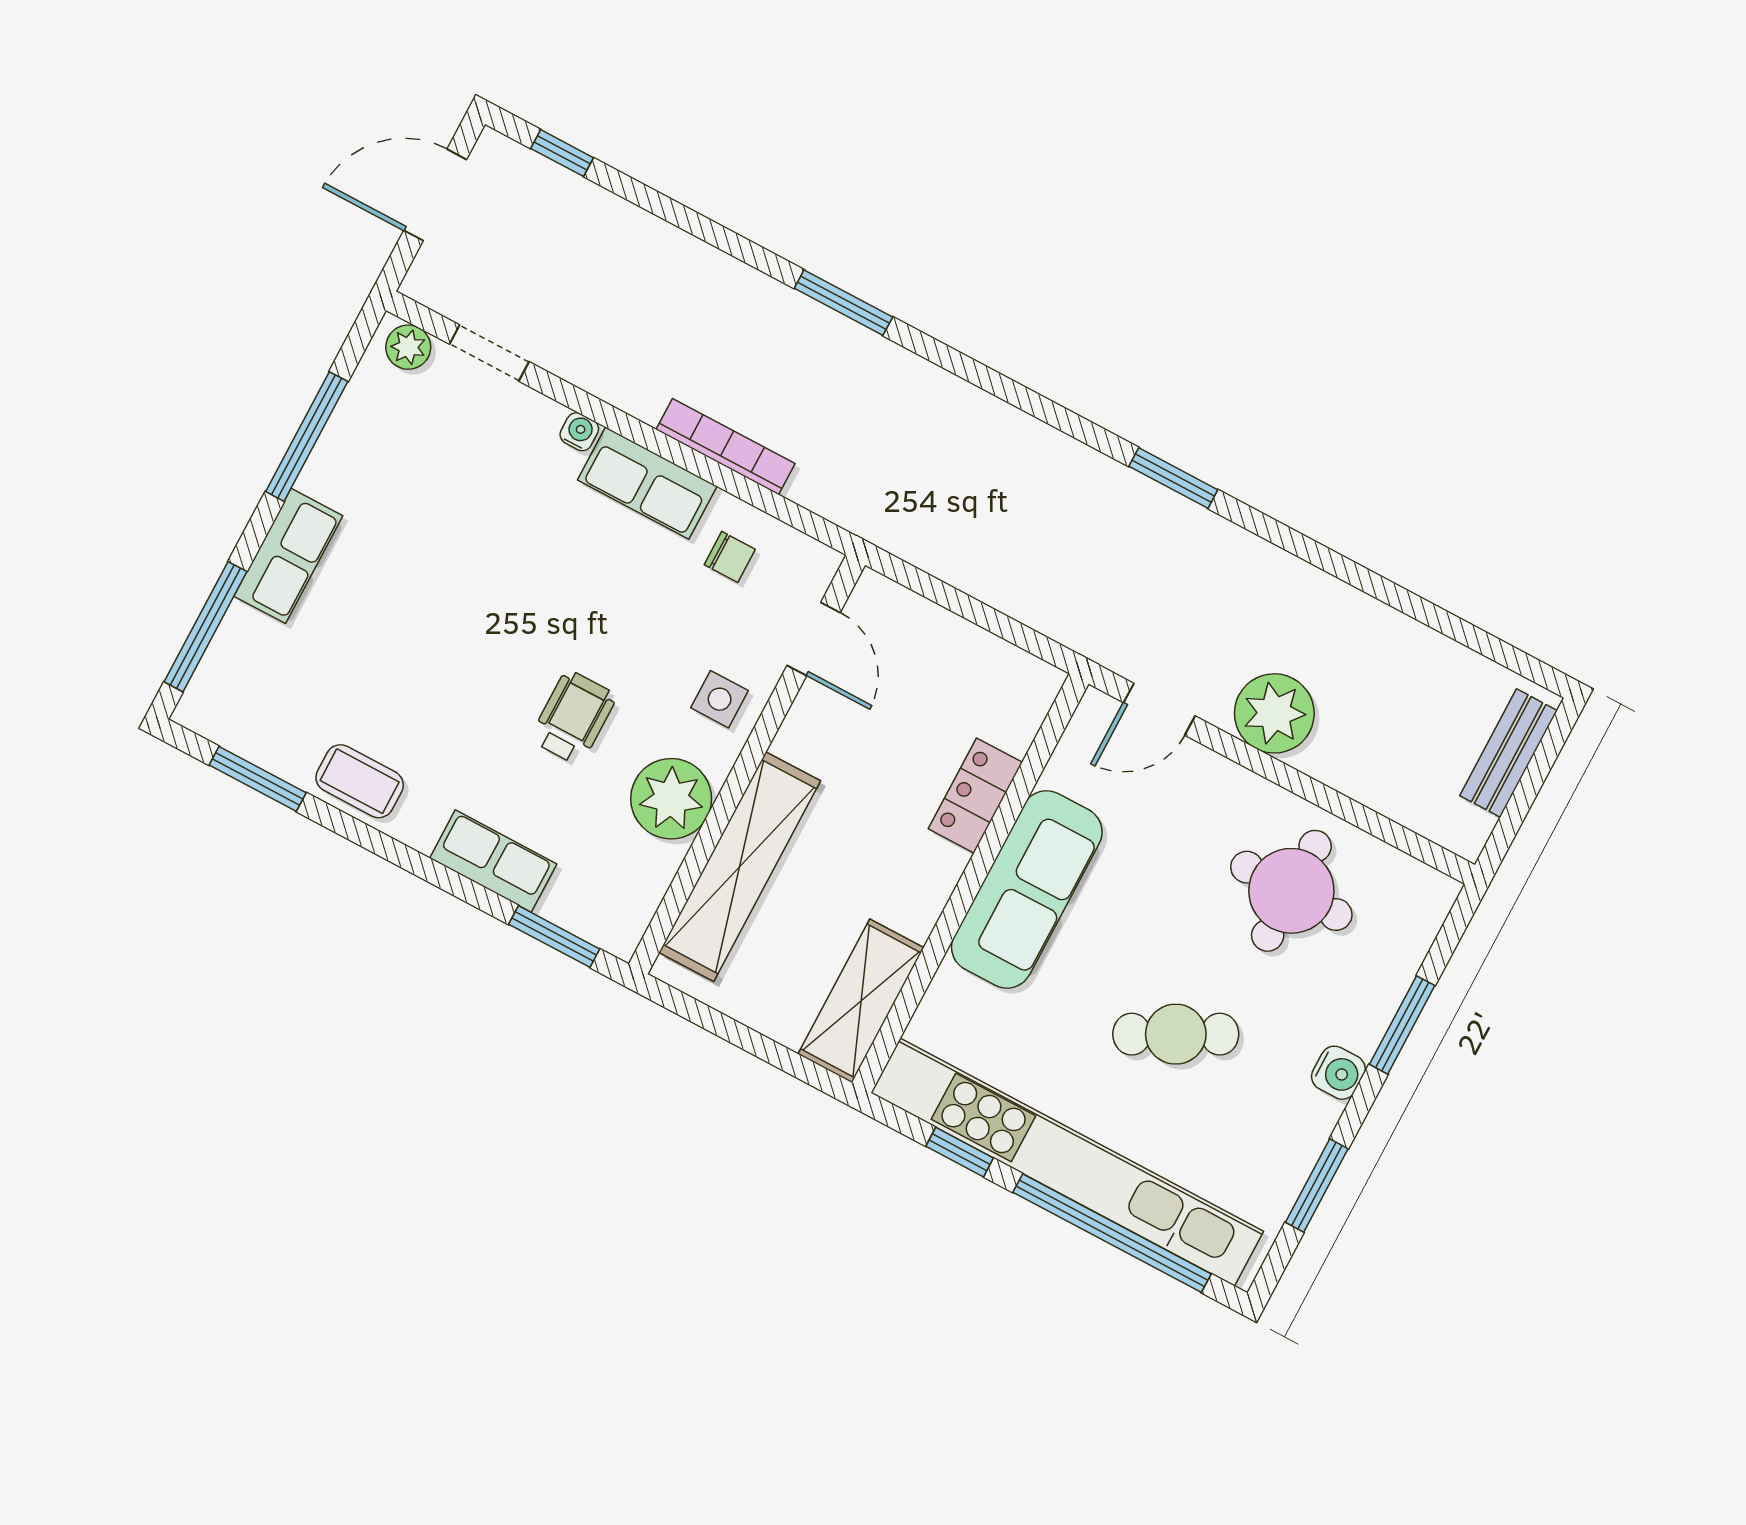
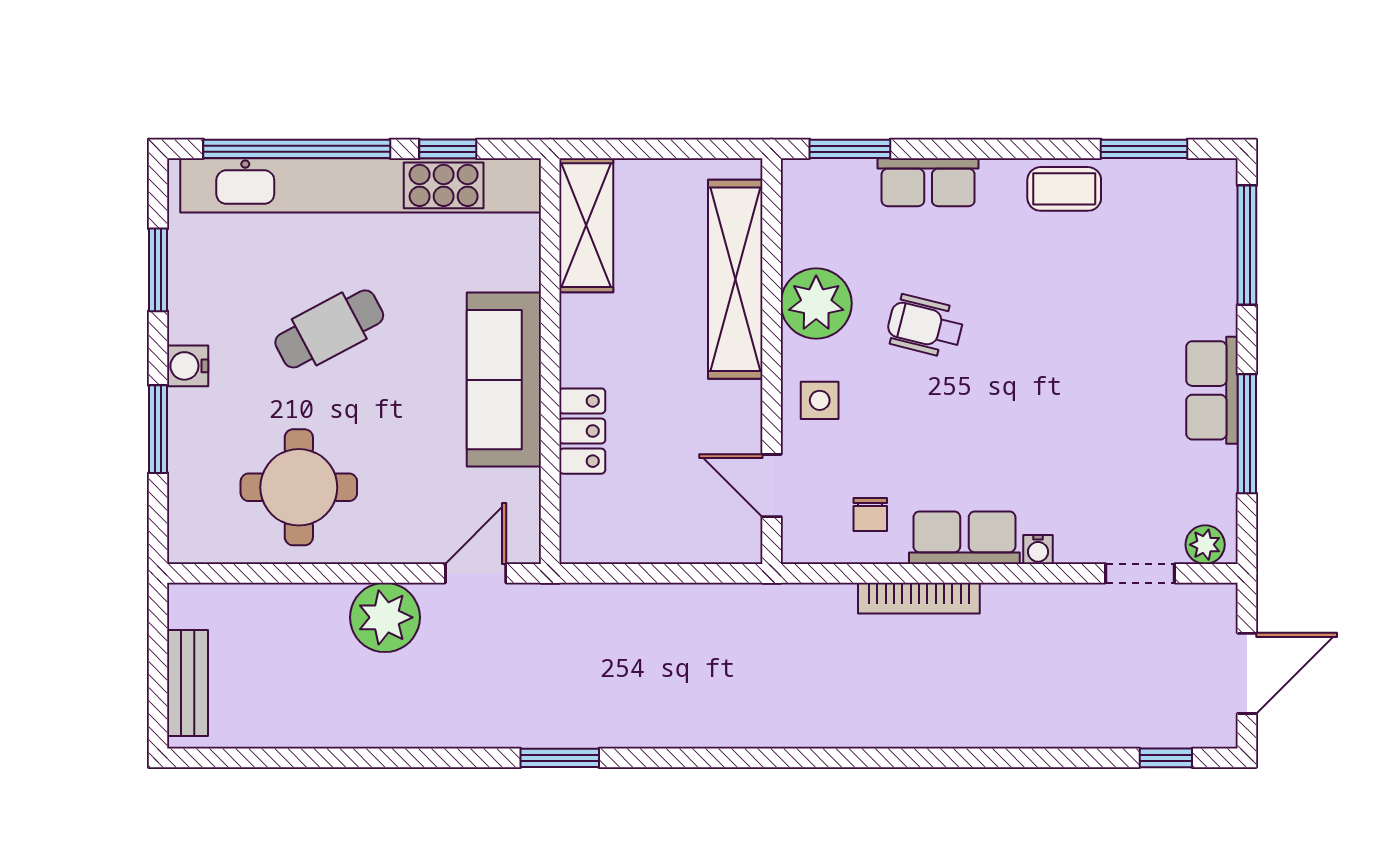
window: (843, 303) -> (887, 758), removed
row of seats: (288, 556) -> (1212, 390), moved
chair: (730, 557) -> (870, 515), turned -90
wheelchair: (573, 717) -> (925, 326), turned 104

